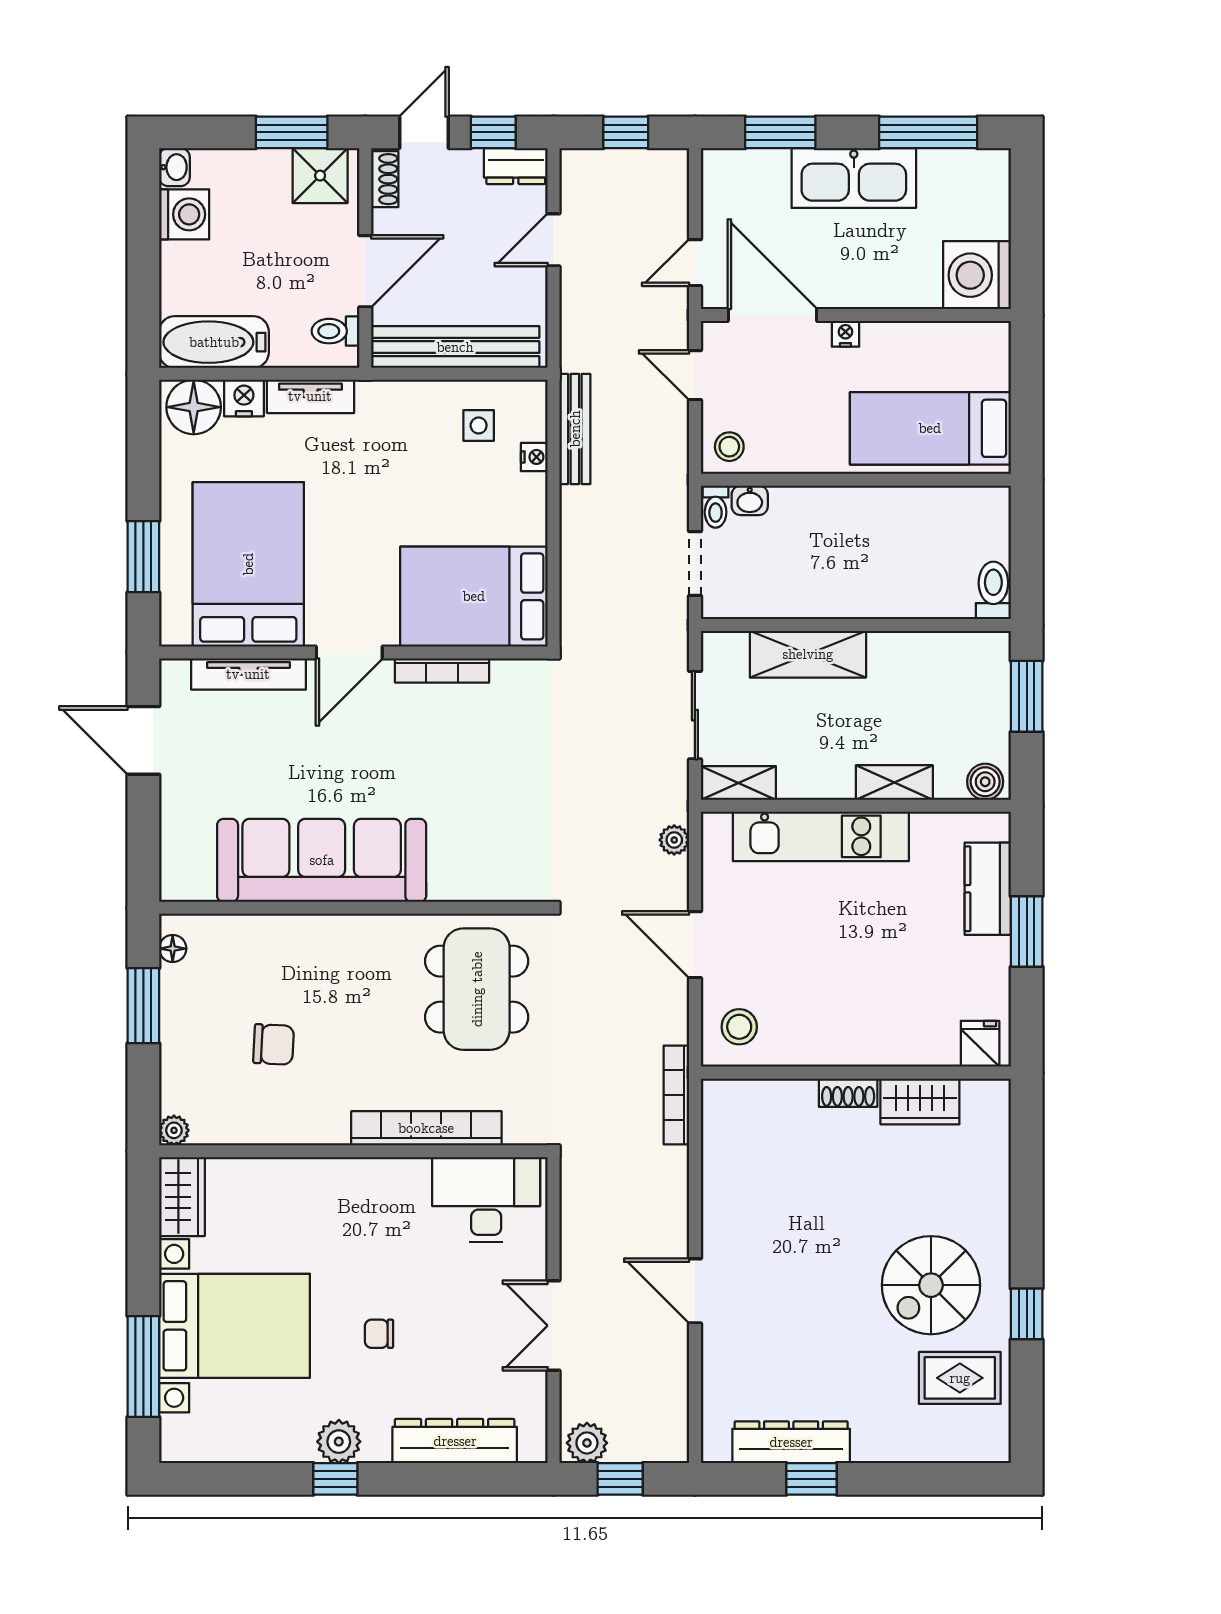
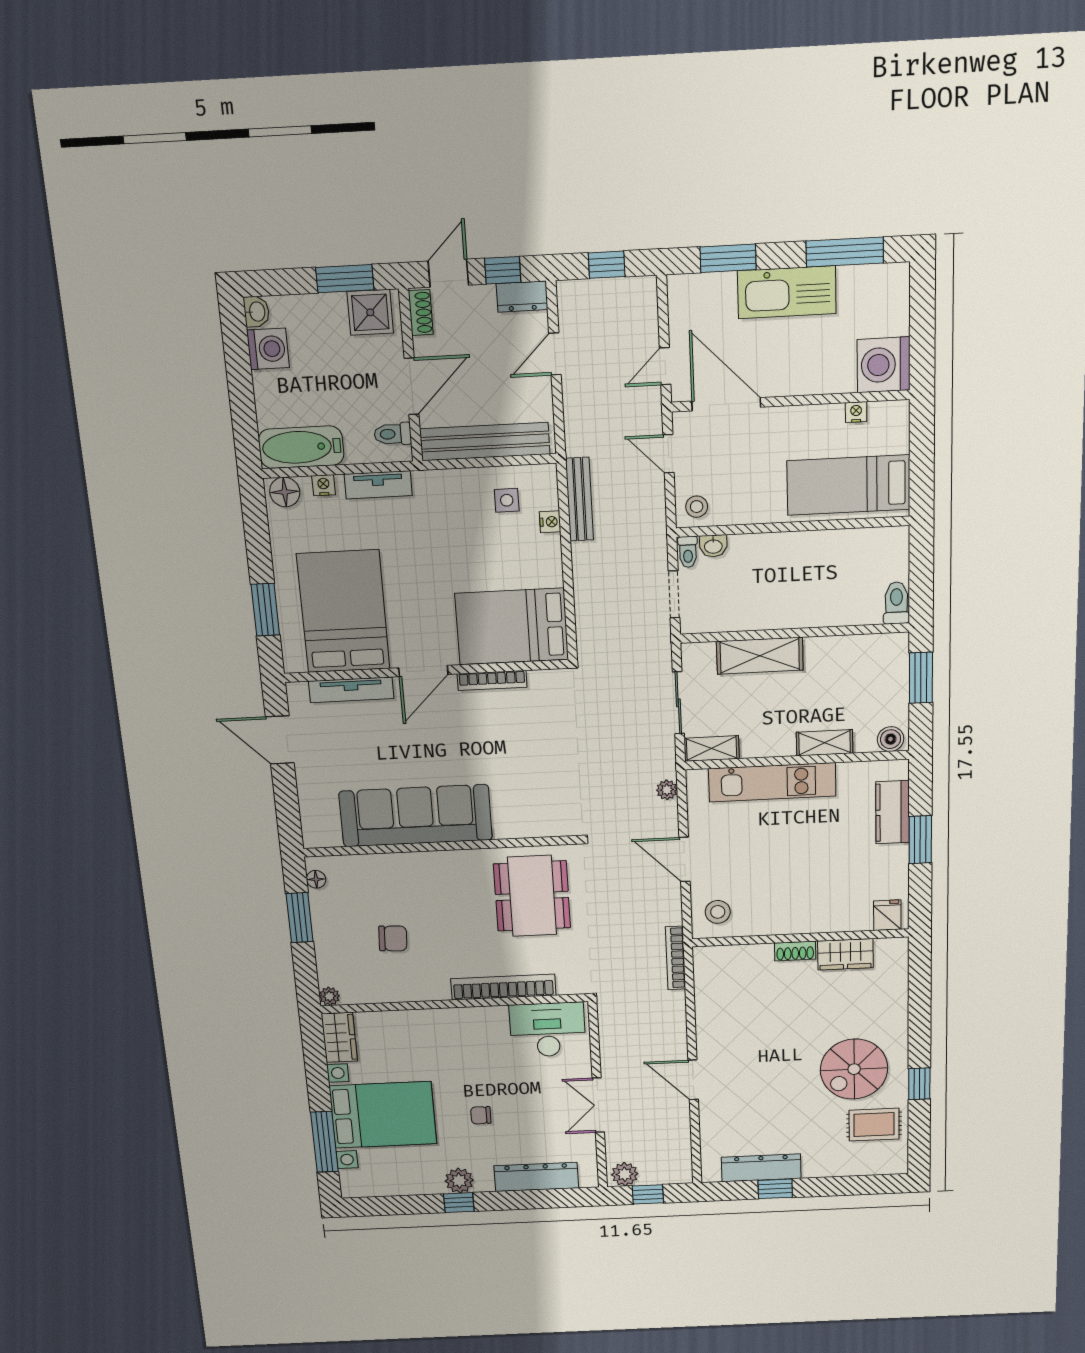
nightstand: (845, 334) -> (856, 412), moved
nightstand: (244, 398) -> (324, 485), width x0.72, depth x0.74
floor lamp: (194, 407) -> (285, 492), width x0.73, depth x0.73

